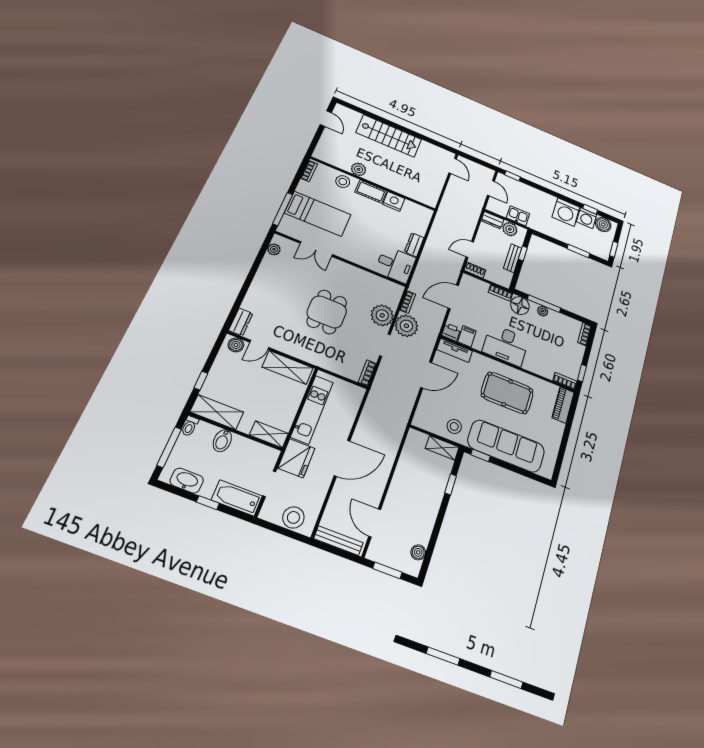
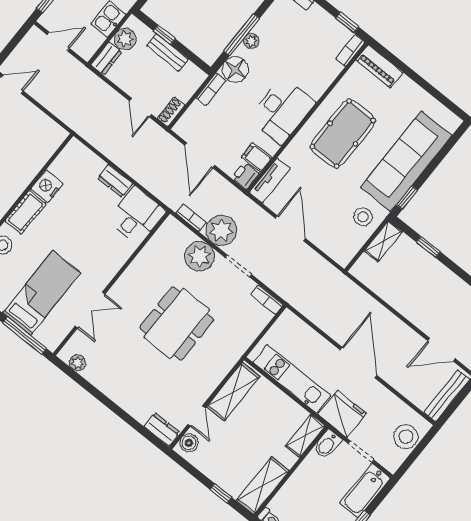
dining table: (327, 312) -> (177, 324), width x1.38
bidet: (222, 441) -> (327, 444), moved, turned 90

